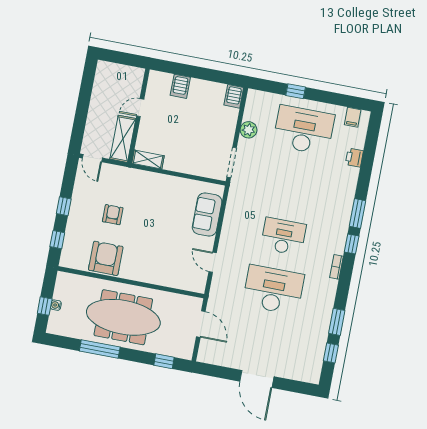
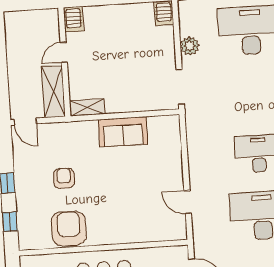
server rack: (180, 86) -> (74, 19), moved
sofa: (207, 214) -> (123, 132), moved, turned -90

